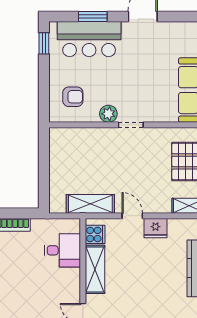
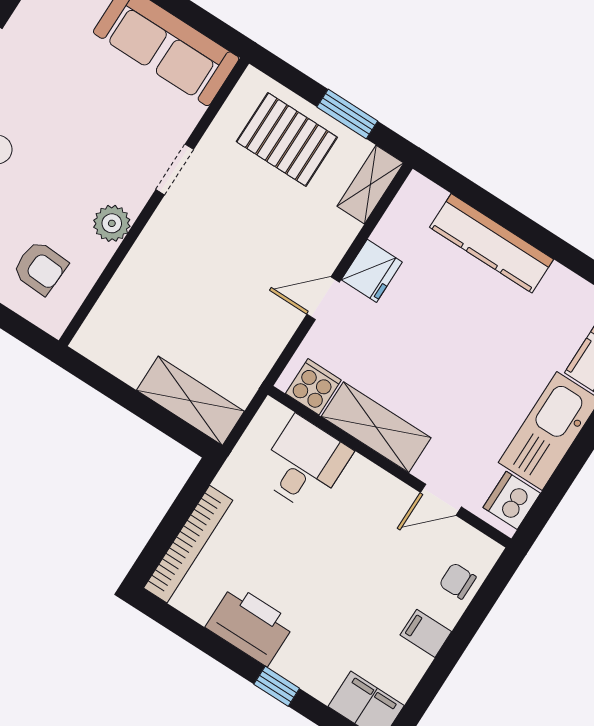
armchair: (73, 97) -> (40, 268), turned 93
doorway: (131, 125) -> (175, 169), moved
shelving: (90, 204) -> (190, 401), moved, turned 90

